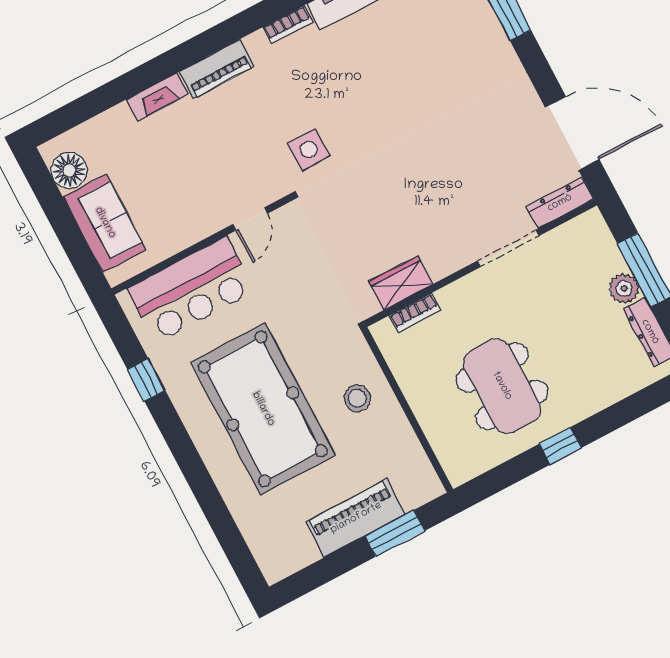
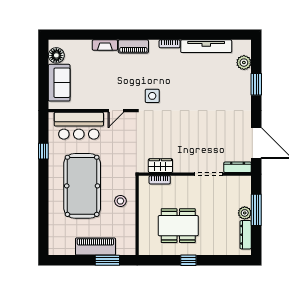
dining table: (502, 386) -> (178, 226), turned 90

